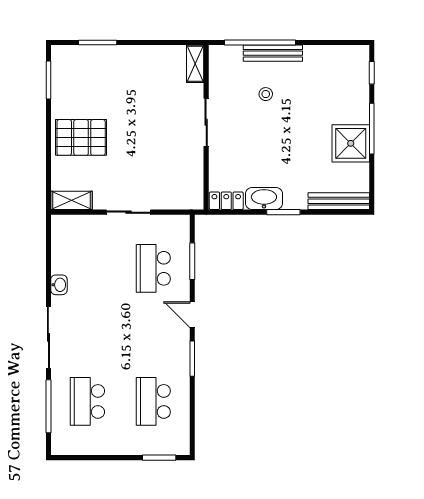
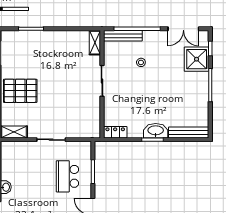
double door: (331, 42) -> (183, 29), added
bench: (273, 53) -> (123, 36), moved
shower: (351, 143) -> (197, 59), moved
washbasin: (264, 199) -> (156, 131), moved

